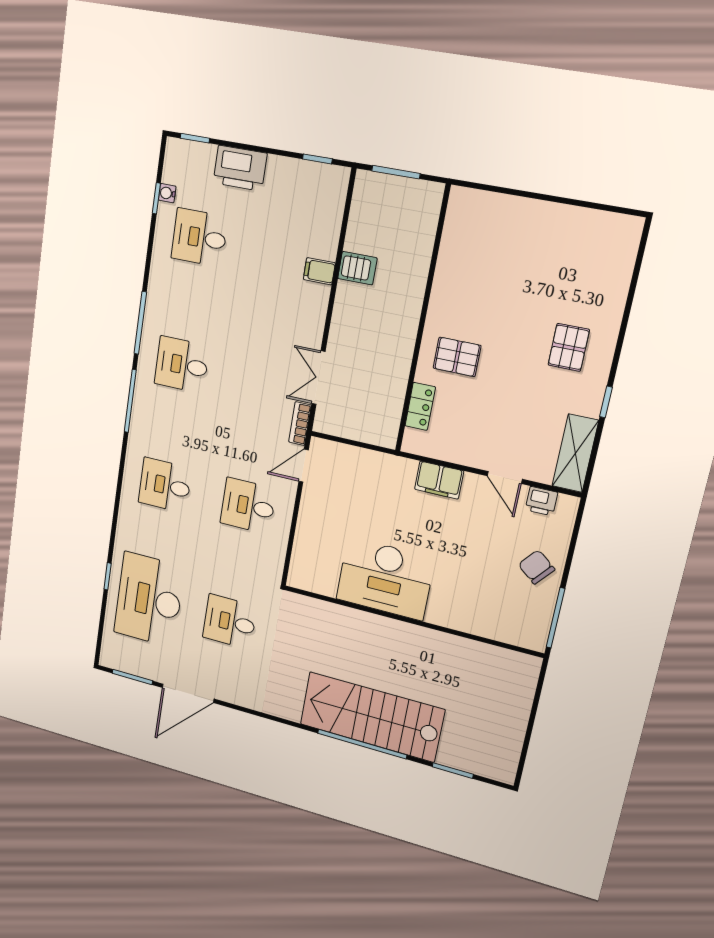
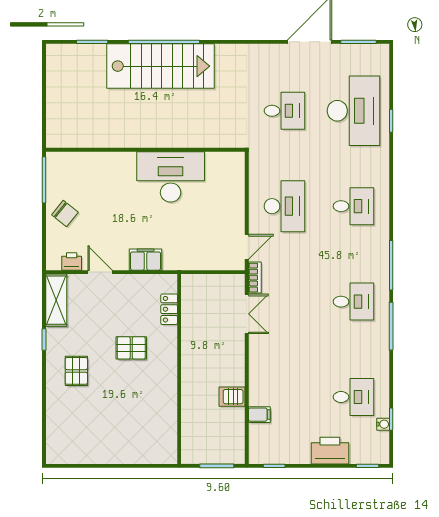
filing cabinet: (319, 271) -> (259, 415), moved
pallet: (457, 357) -> (131, 348), moved
desk: (248, 506) -> (284, 206), width x1.37

